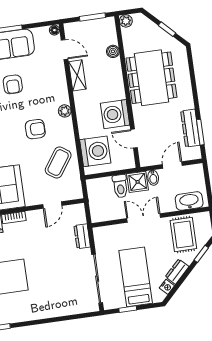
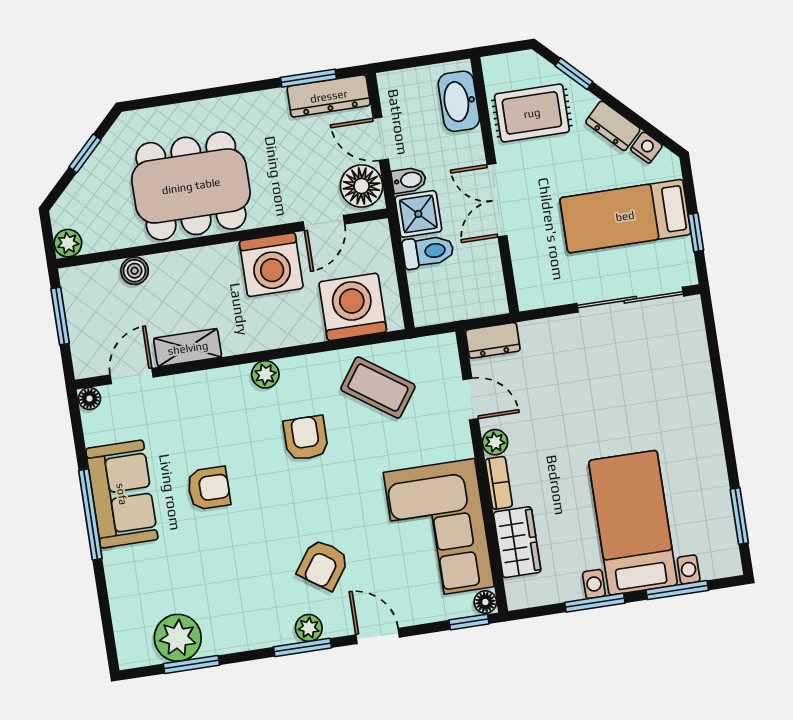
dresser: (190, 128) -> (329, 96), moved
floor lamp: (151, 156) -> (362, 186), added
plant: (32, 216) -> (495, 442), added
dresser: (82, 236) -> (493, 340), moved

